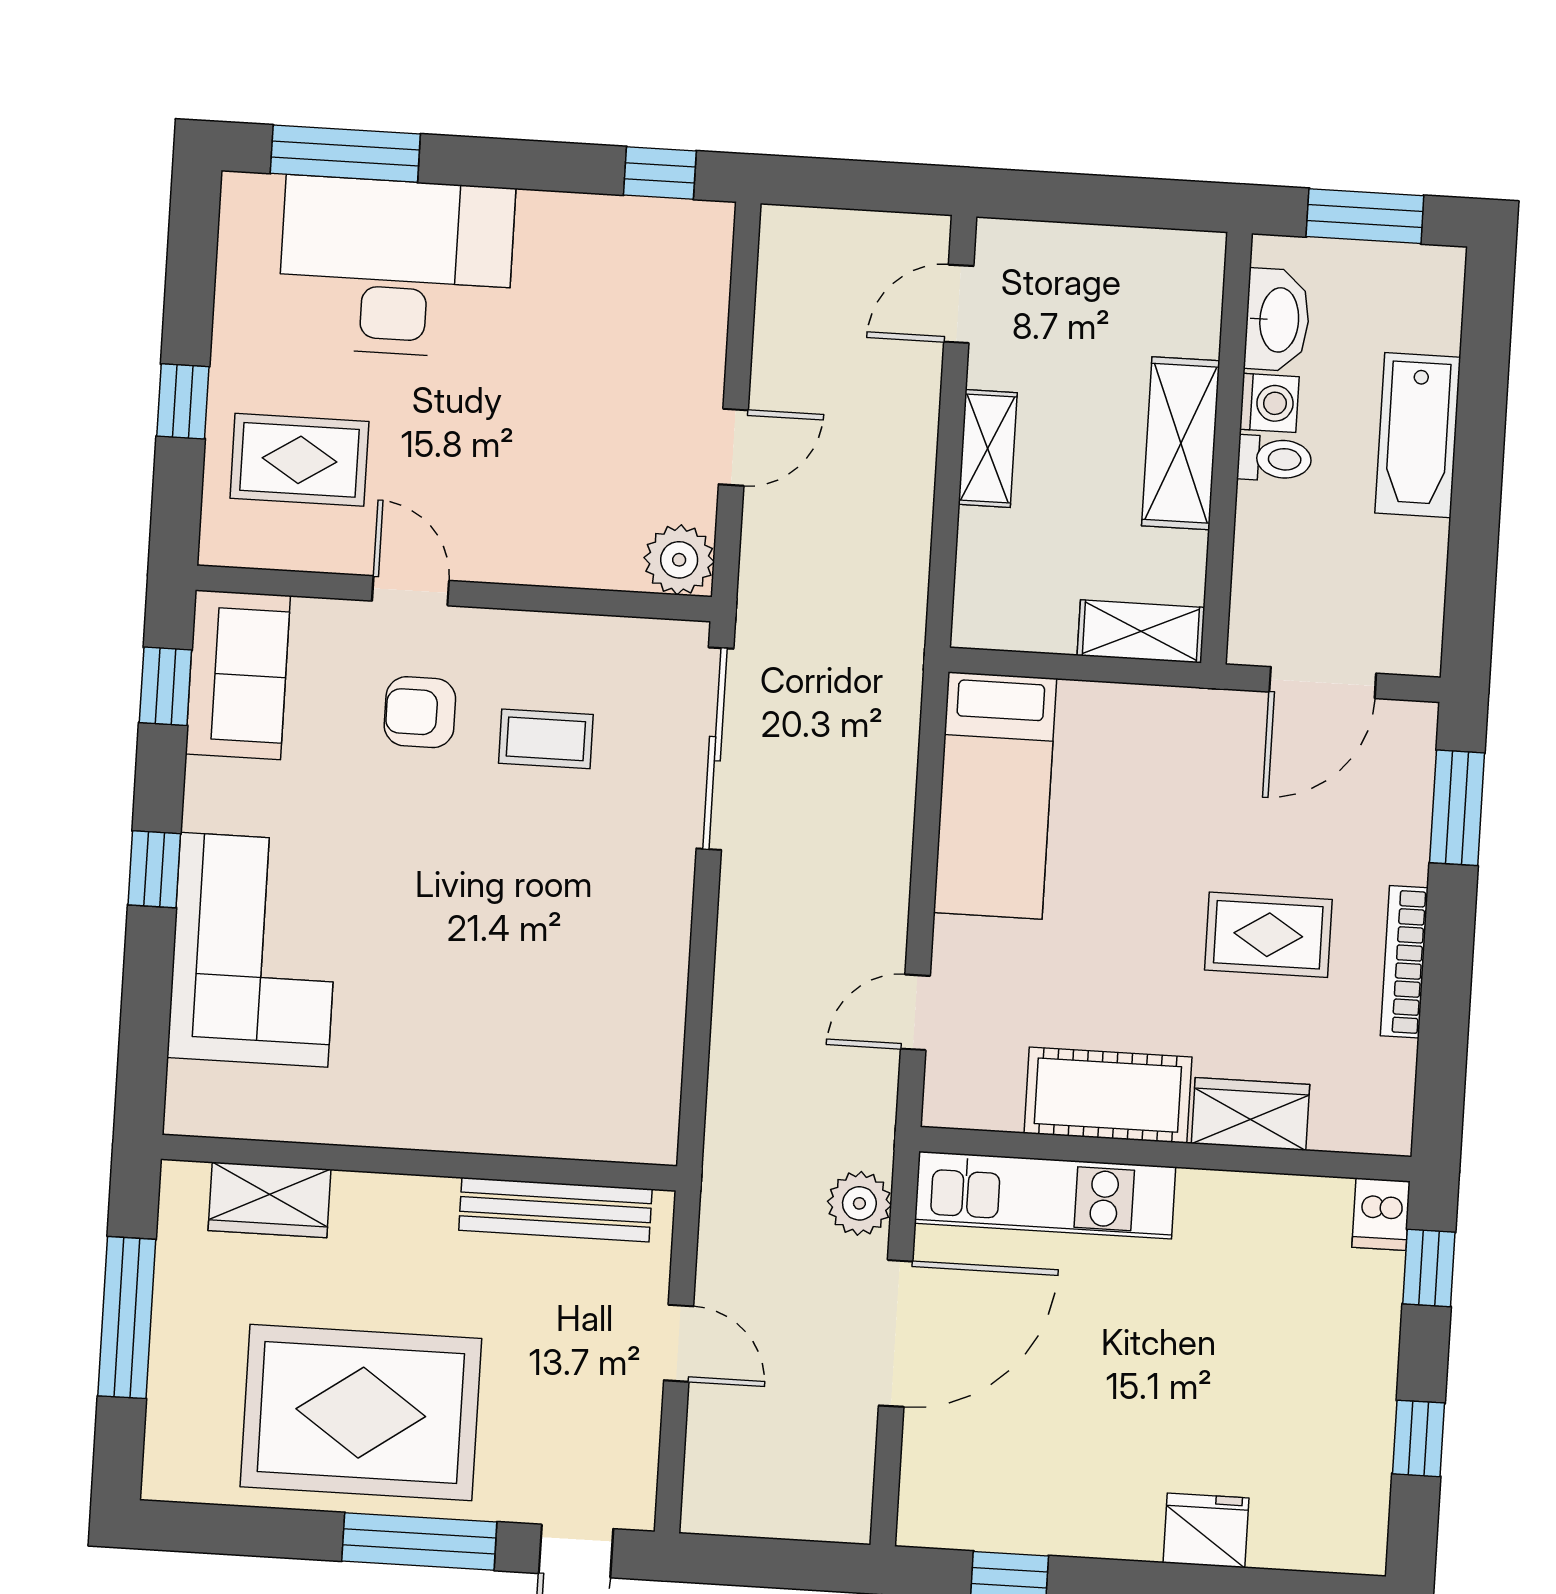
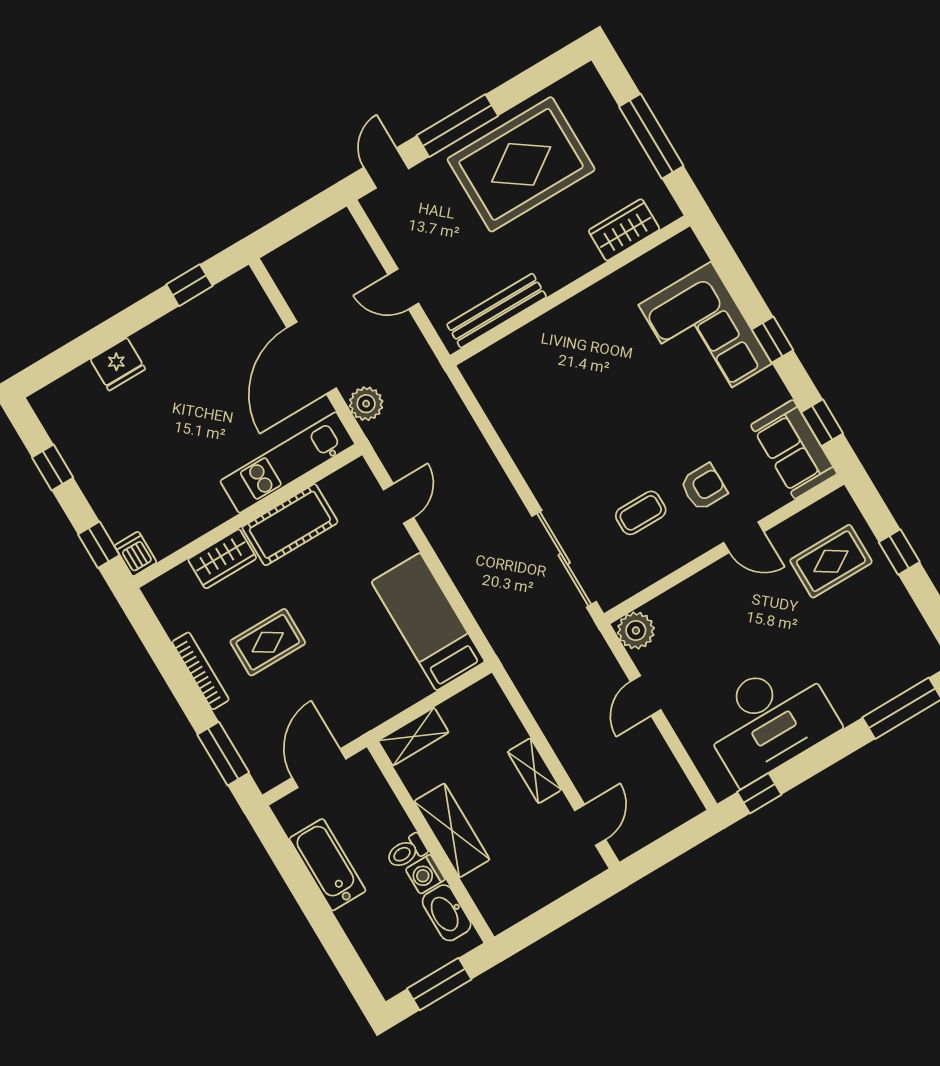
desk: (396, 267) -> (769, 720), moved
bathtub: (1418, 435) -> (328, 865), moved

